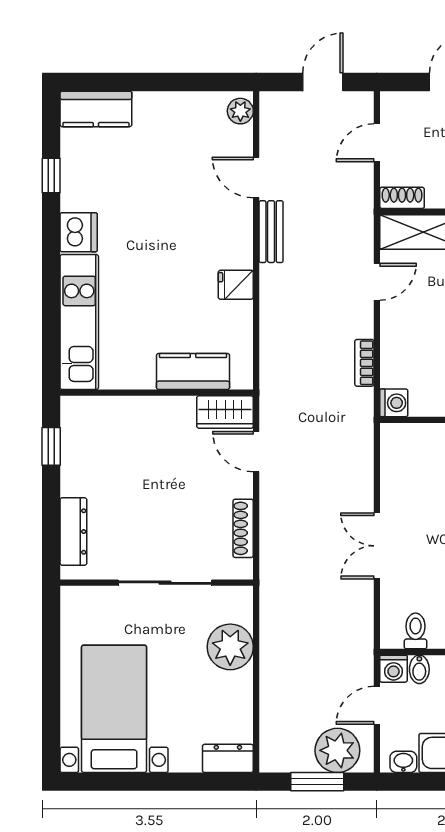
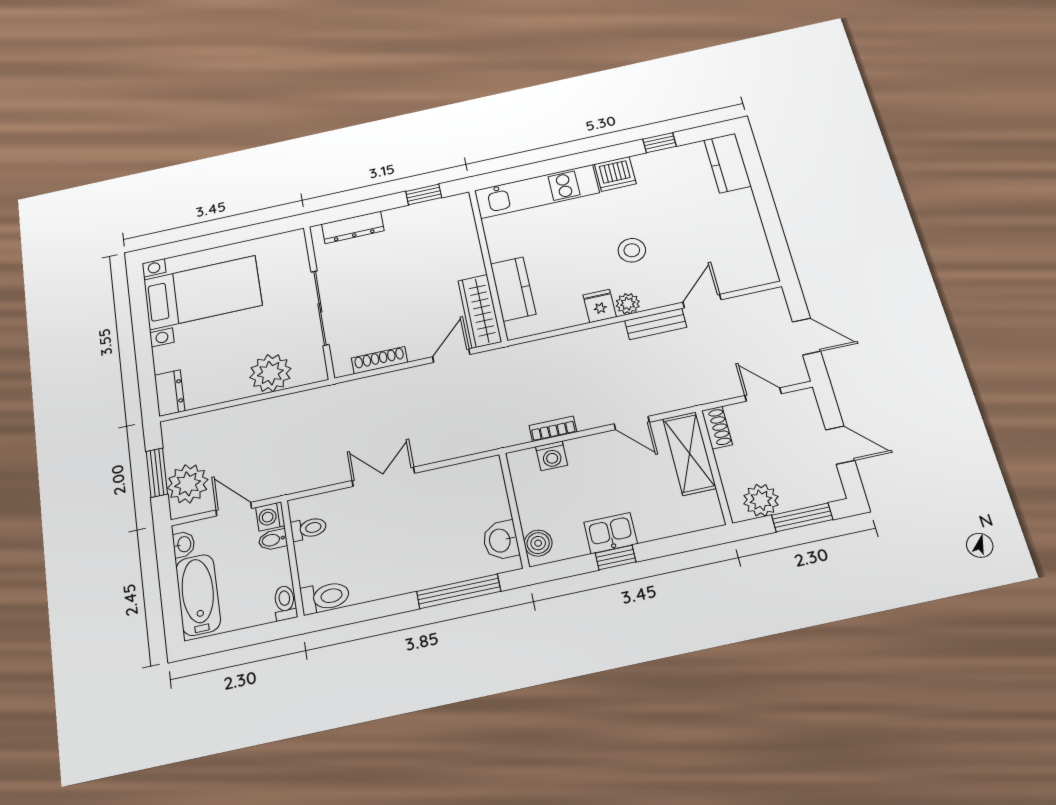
plant: (240, 111) -> (628, 304), moved
stool: (178, 236) -> (632, 250), added
washing machine: (394, 403) -> (552, 456), moved
wardrobe: (225, 412) -> (480, 311), width x1.50

